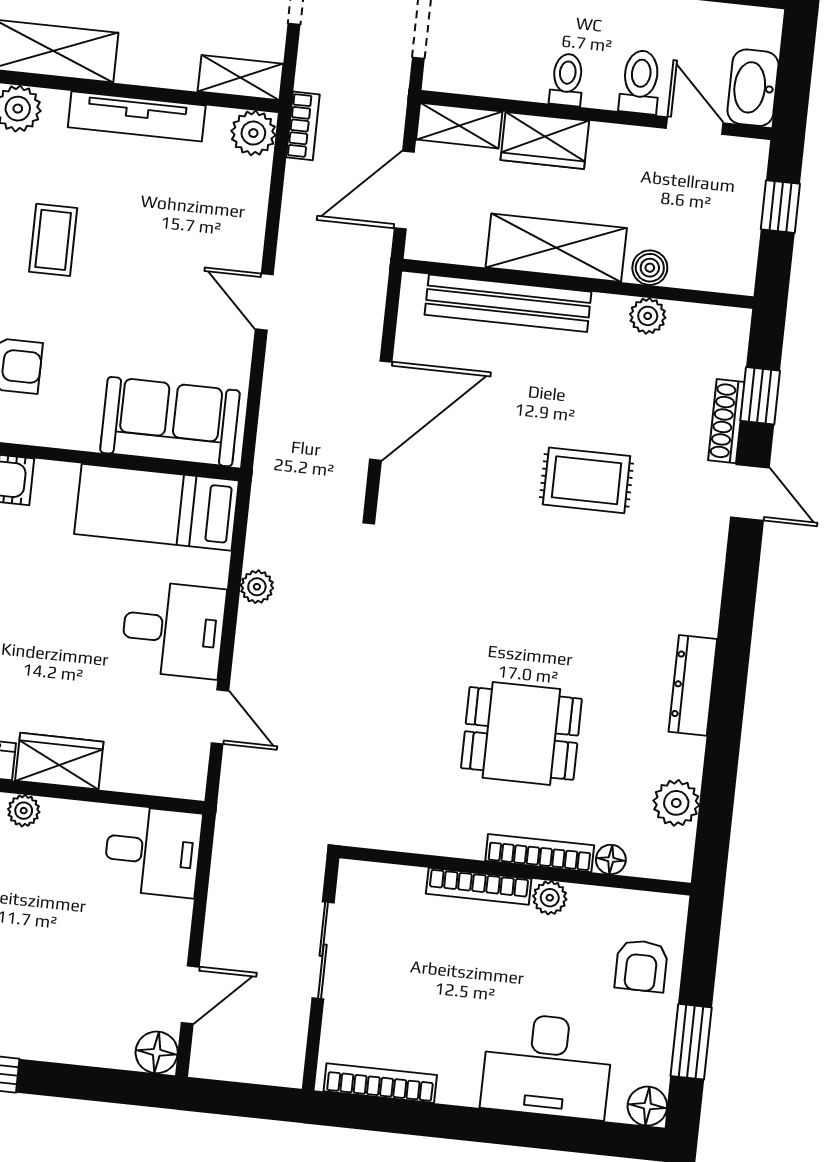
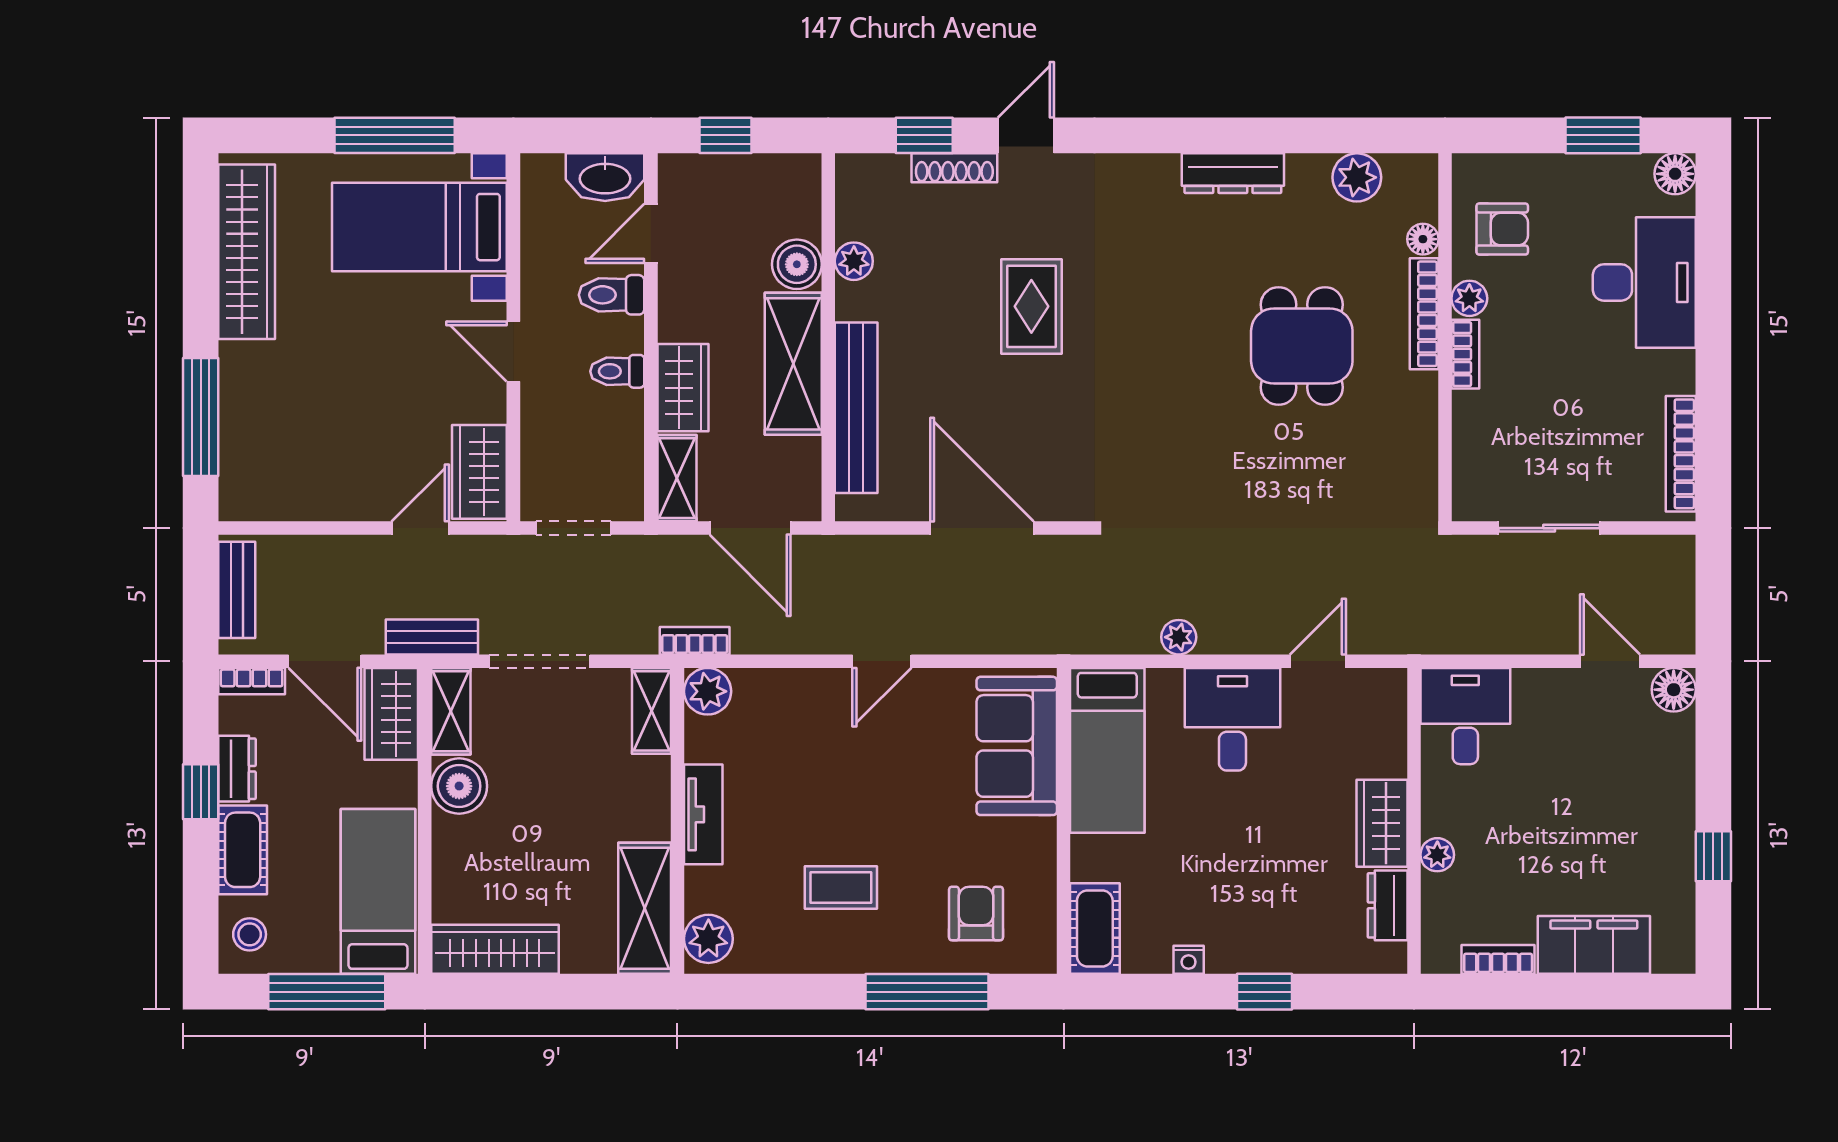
tv unit: (137, 116) -> (703, 814), width x0.71
boiler: (650, 268) -> (797, 264), width x1.36, depth x1.36
bookcase: (479, 886) -> (1465, 354), width x0.64
armchair: (641, 966) -> (1502, 229), moved

